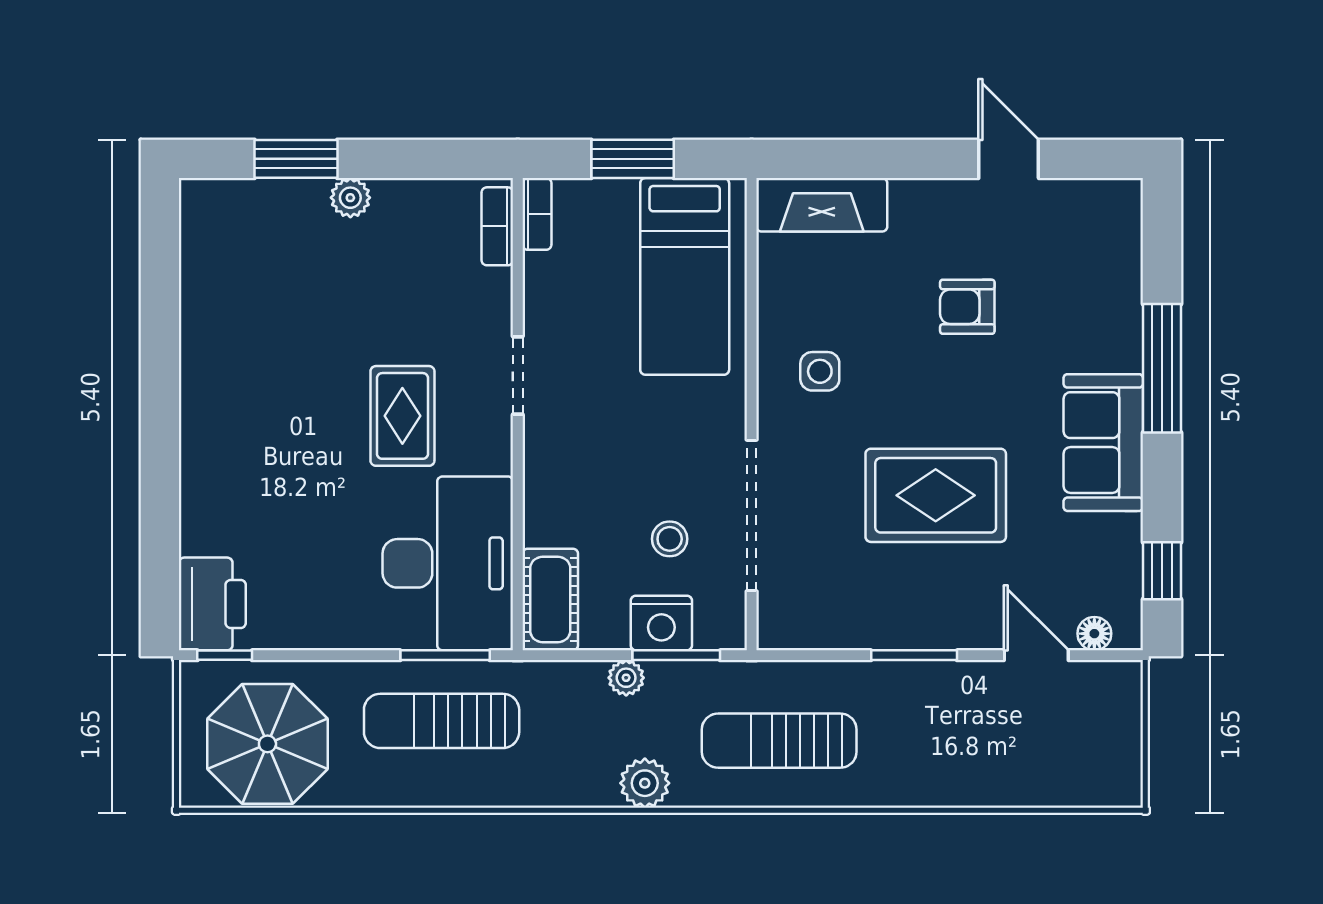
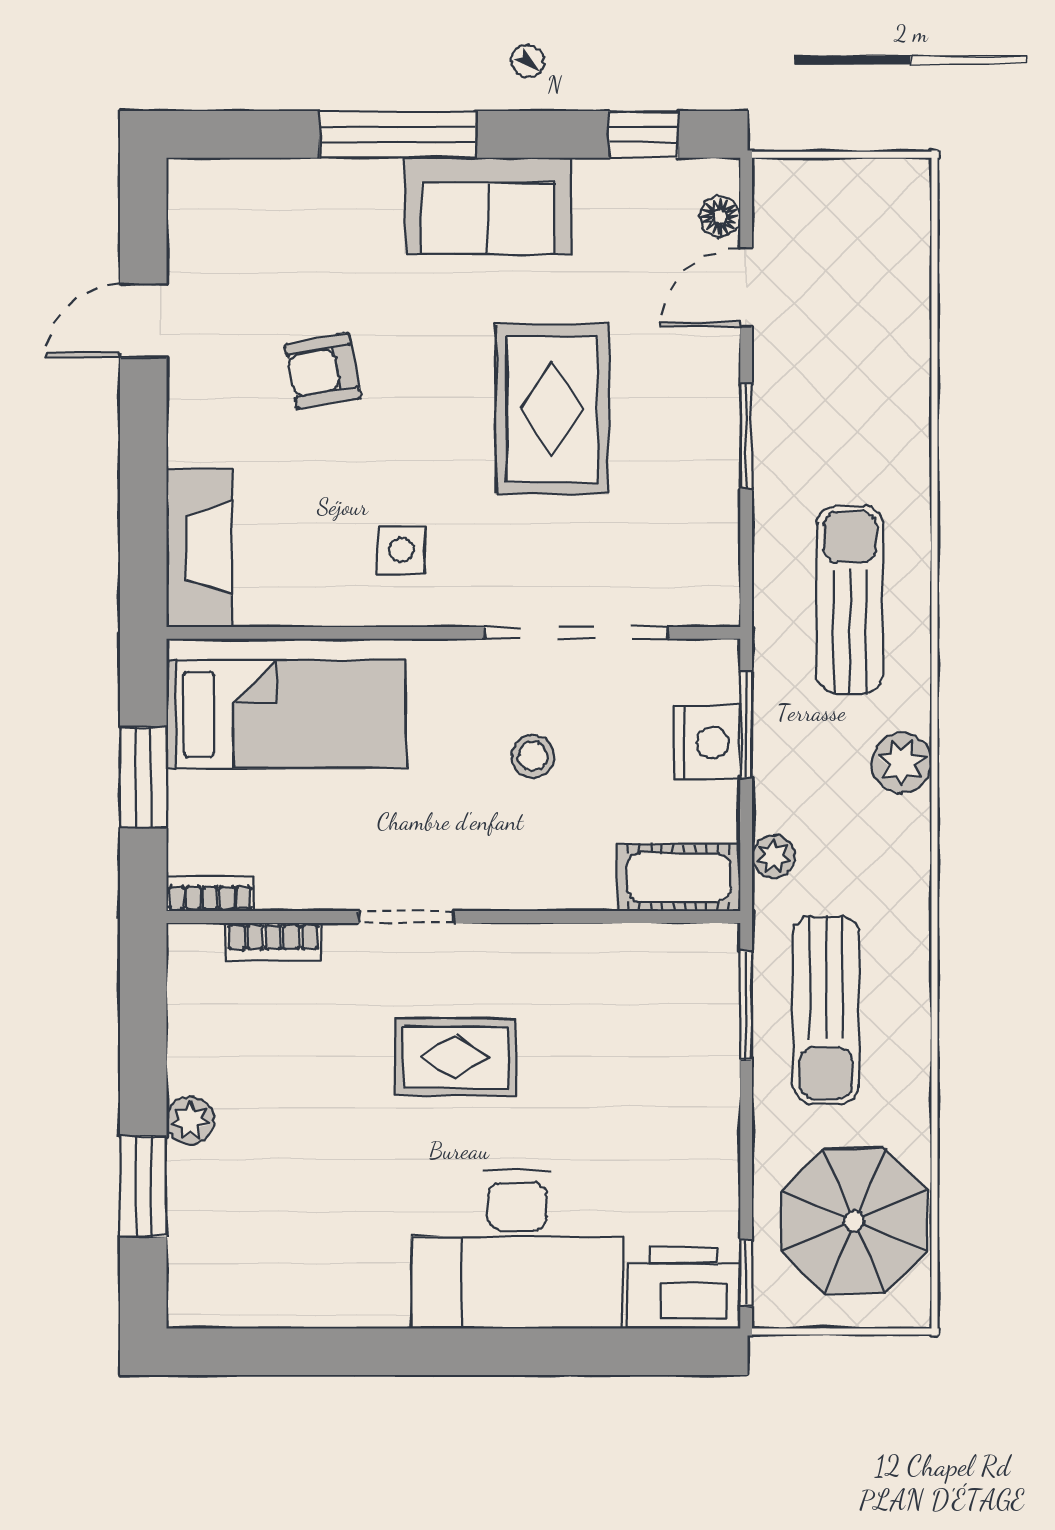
bookcase: (497, 226) -> (273, 942), moved
armchair: (967, 307) -> (323, 371), turned 79
stool: (670, 539) -> (533, 756), moved
desk: (448, 563) -> (517, 1249), moved, turned 180
plant: (626, 678) -> (774, 857), moved
sun lounger: (779, 741) -> (850, 599), turned 180

